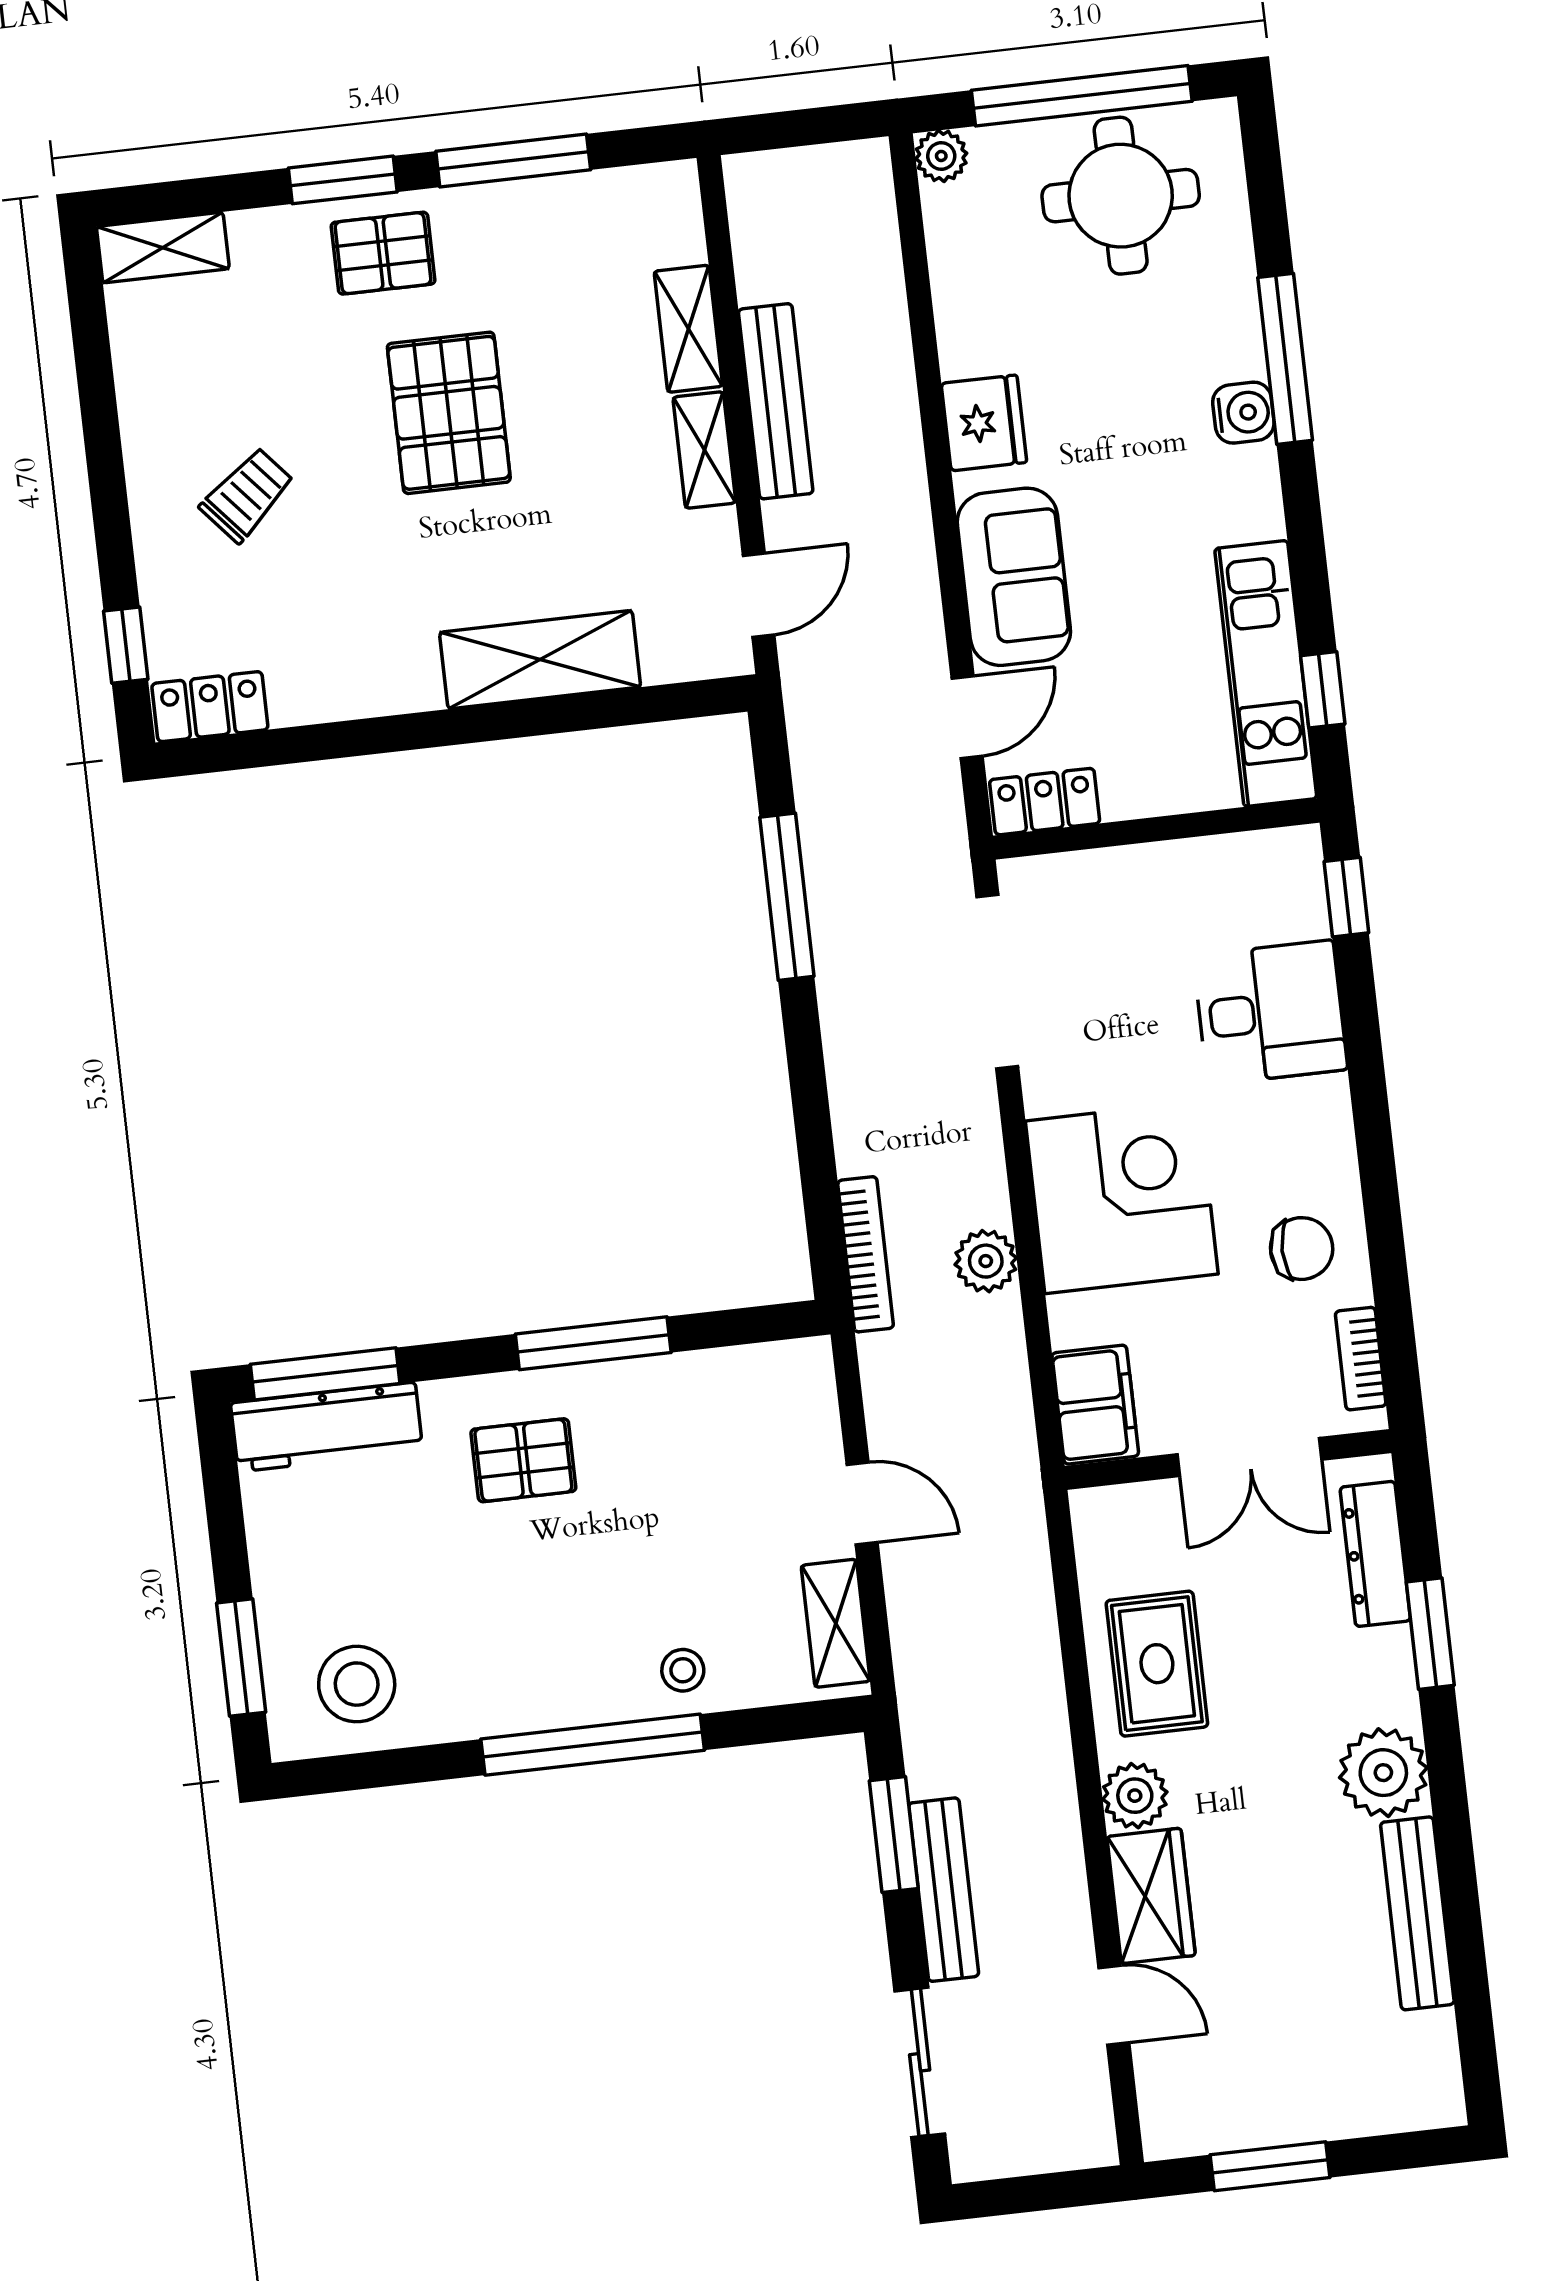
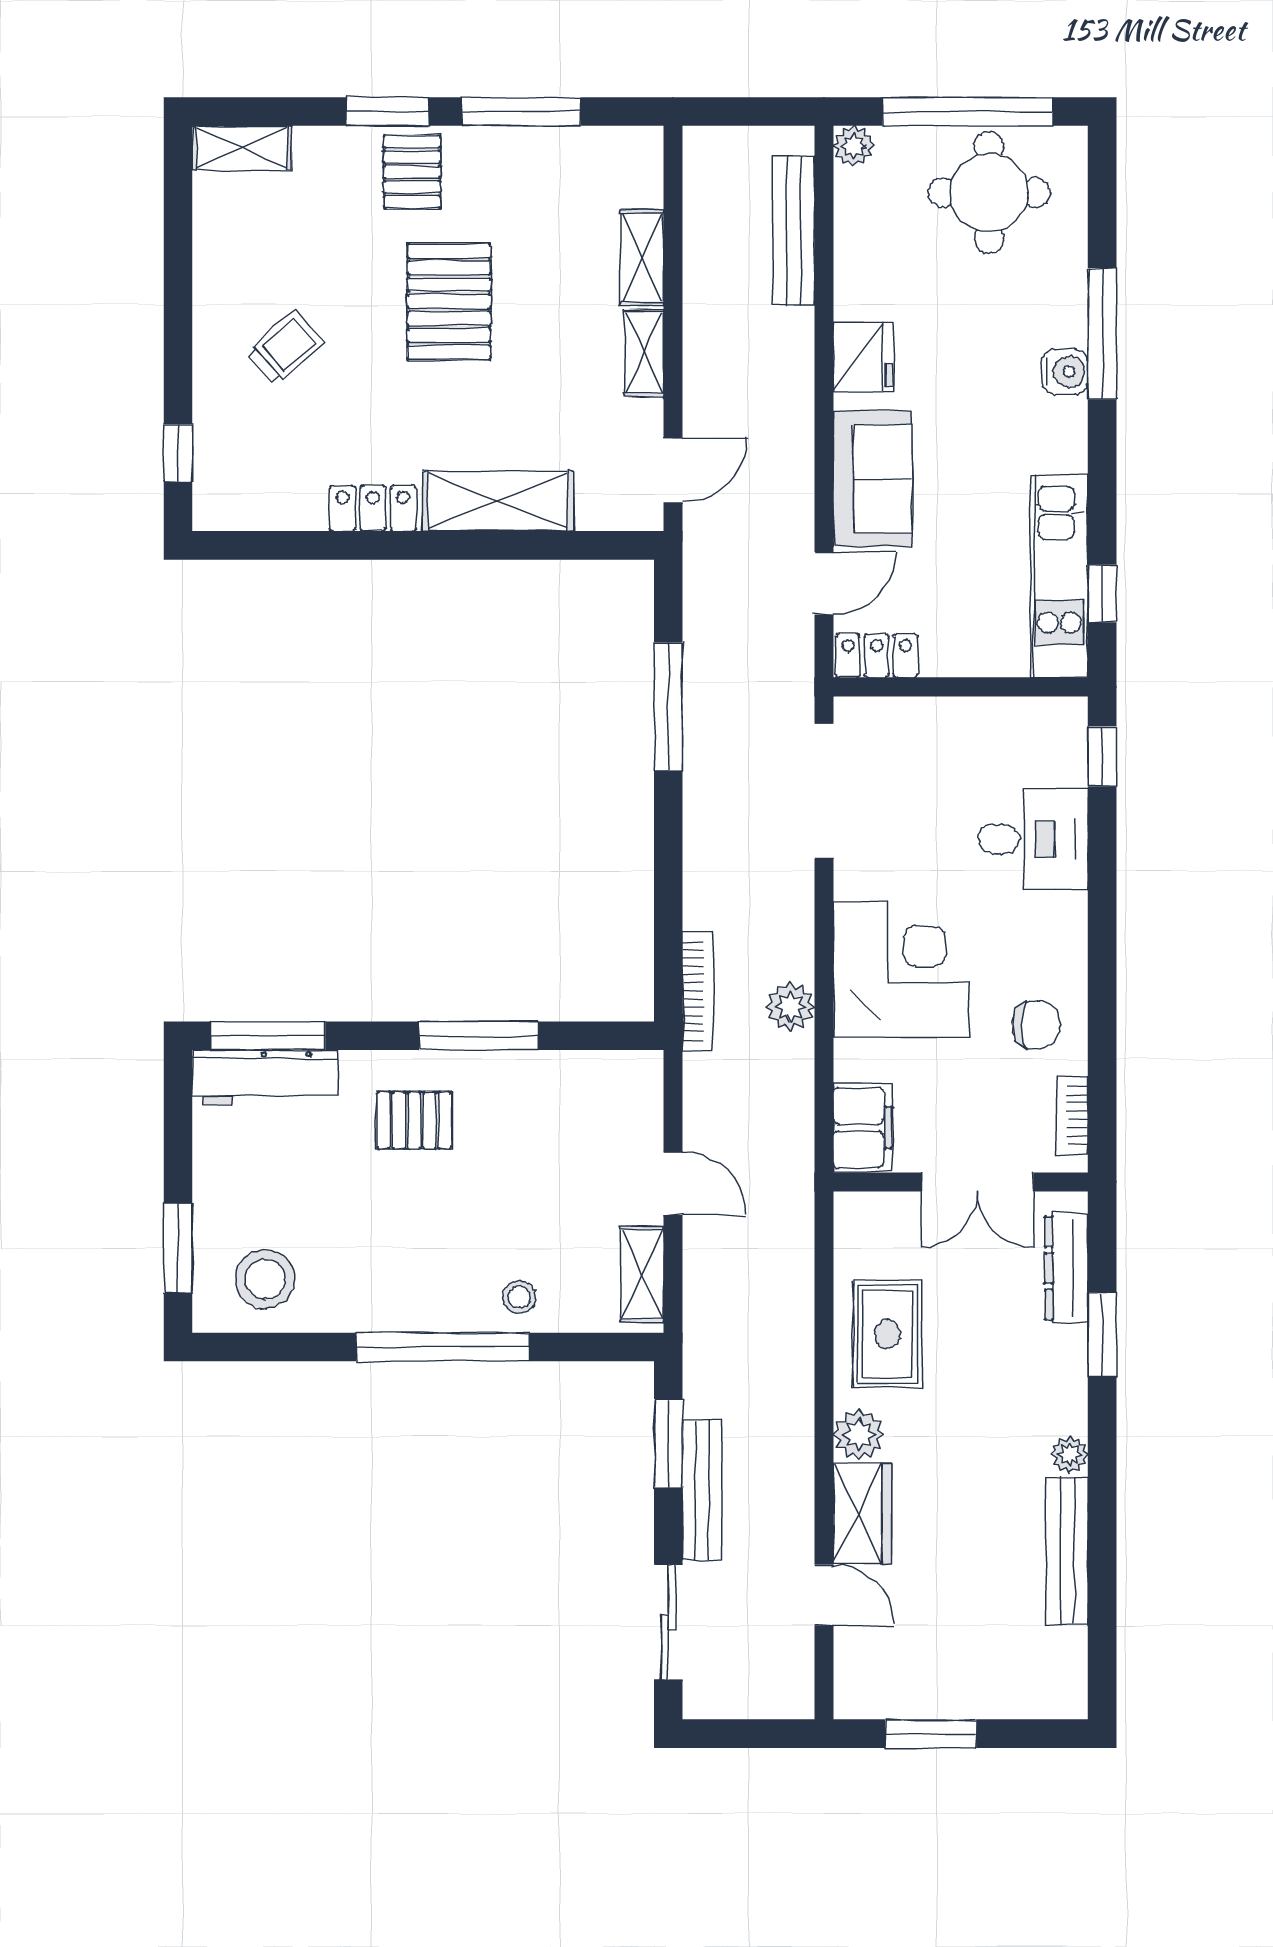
pallet: (383, 253) -> (412, 172), turned 90
bench: (776, 401) -> (794, 230), moved
locker: (210, 707) -> (373, 508), moved
plant: (1383, 1773) -> (1070, 1455), width x0.53, depth x0.53

